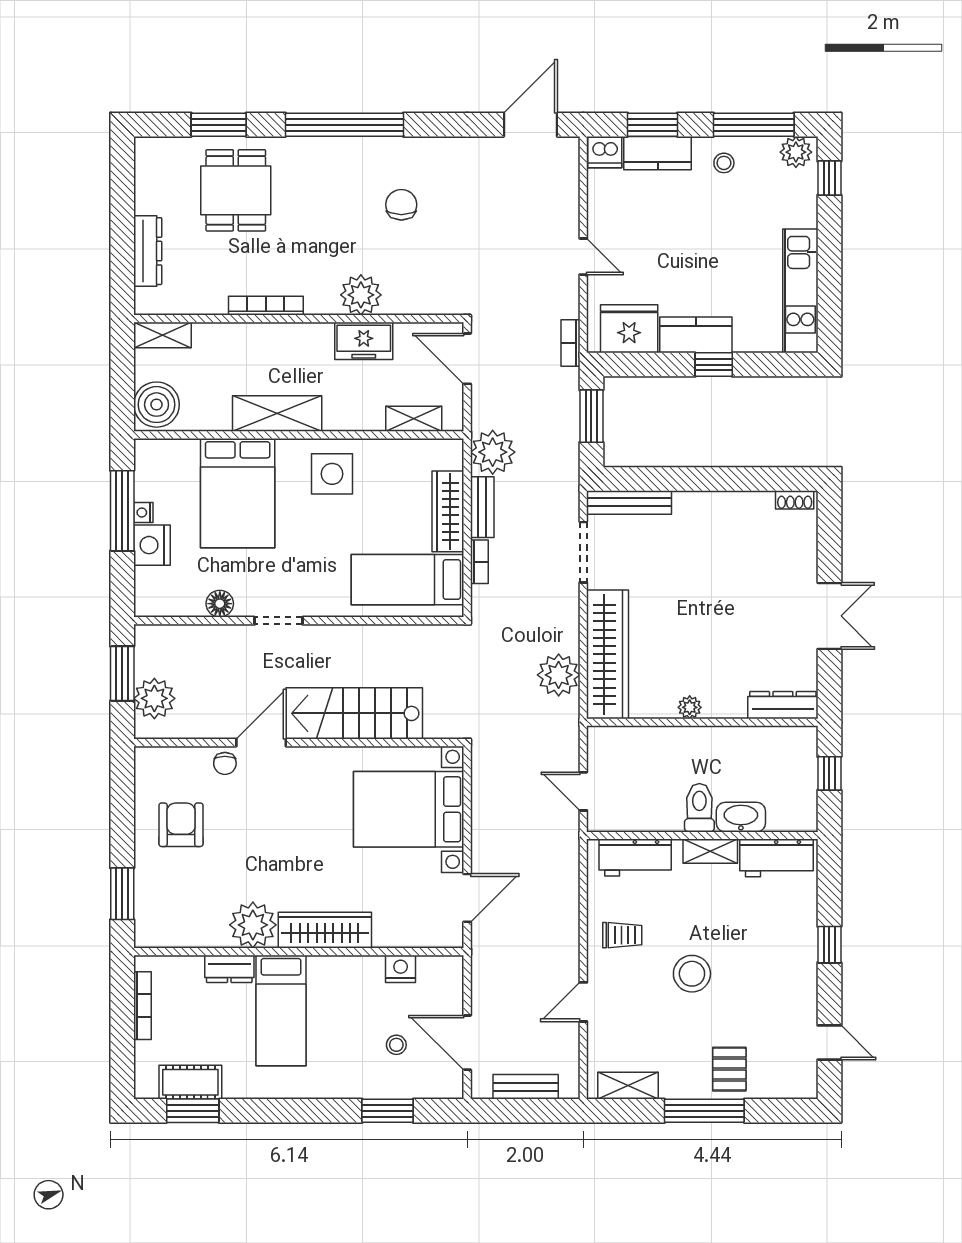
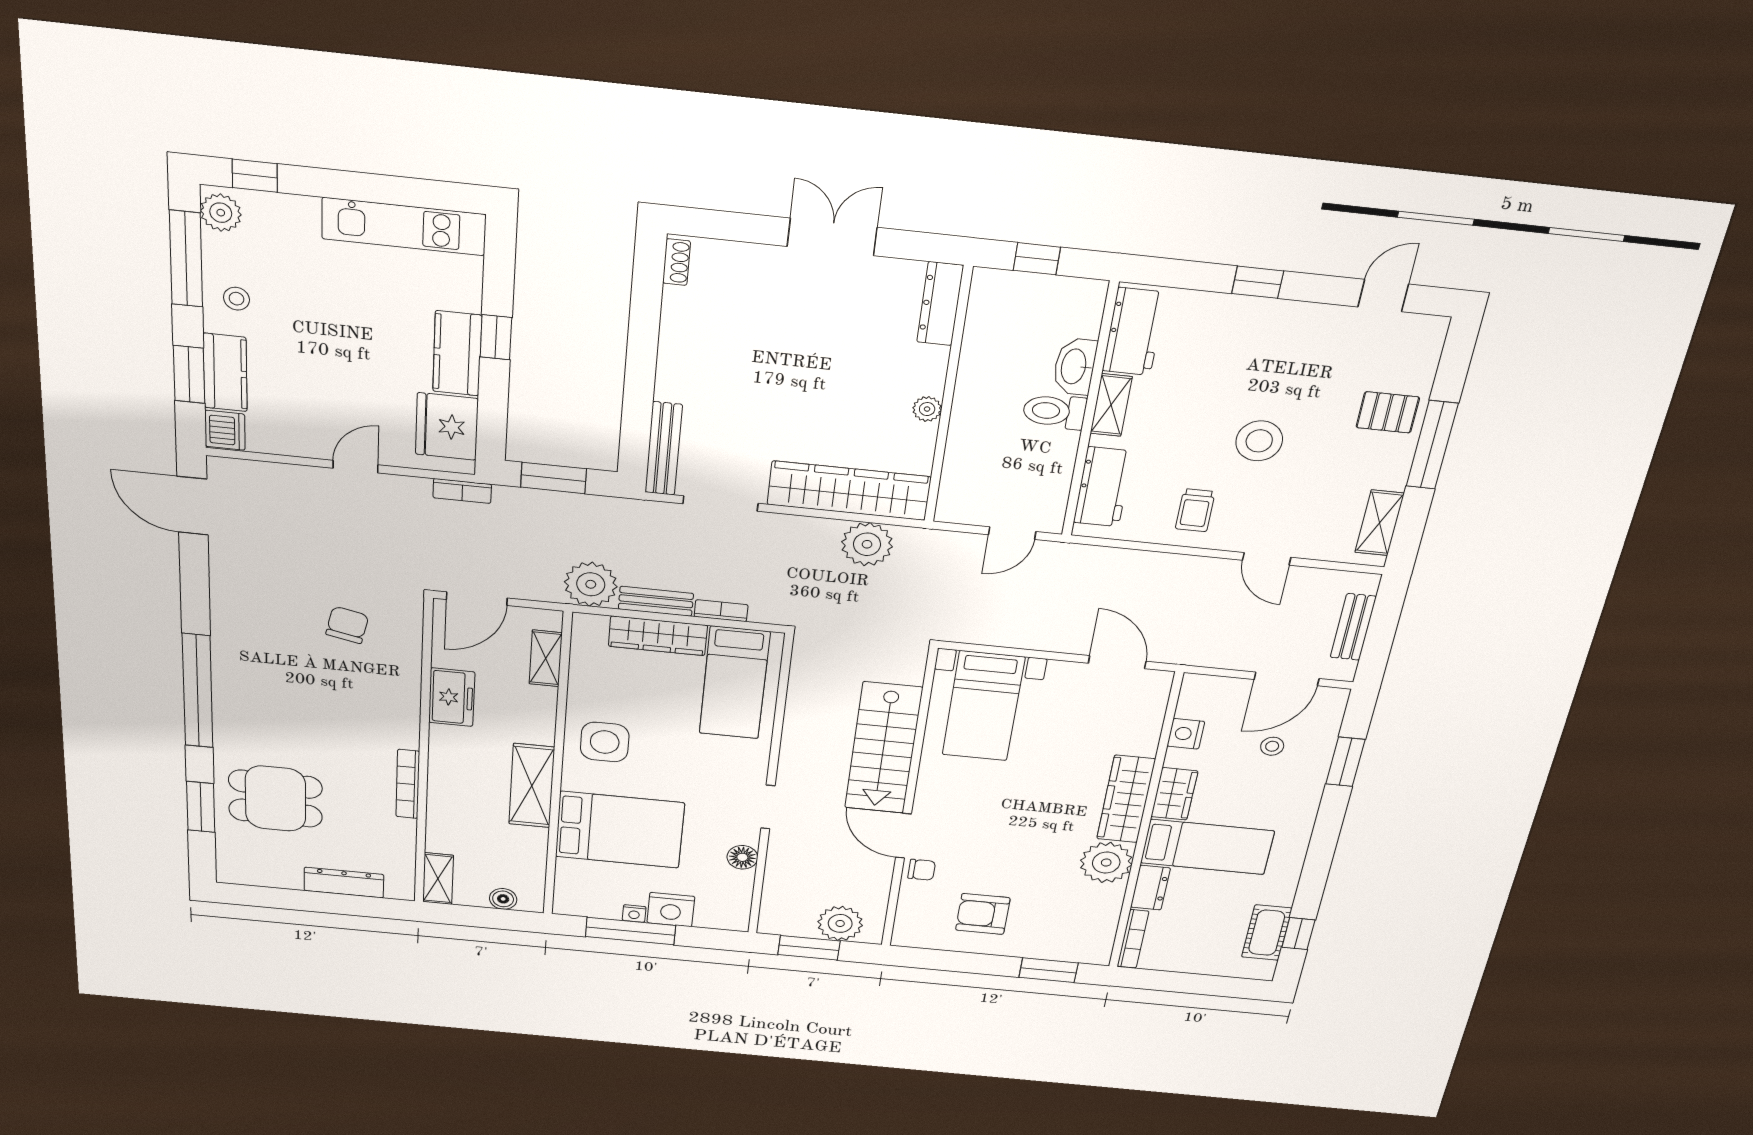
chair: (401, 205) -> (347, 625), moved, turned 102
plant: (361, 295) -> (398, 695), removed
boiler: (157, 405) -> (503, 899), width x0.54, depth x0.54
bed with nightstands: (409, 809) -> (983, 706), width x0.73
trolley: (622, 935) -> (1195, 510), turned 180
wardrobe: (336, 971) -> (1174, 794), added
bookcase: (143, 1006) -> (1133, 939), moved, turned 90
window: (193, 1111) -> (1298, 934), width x0.67

